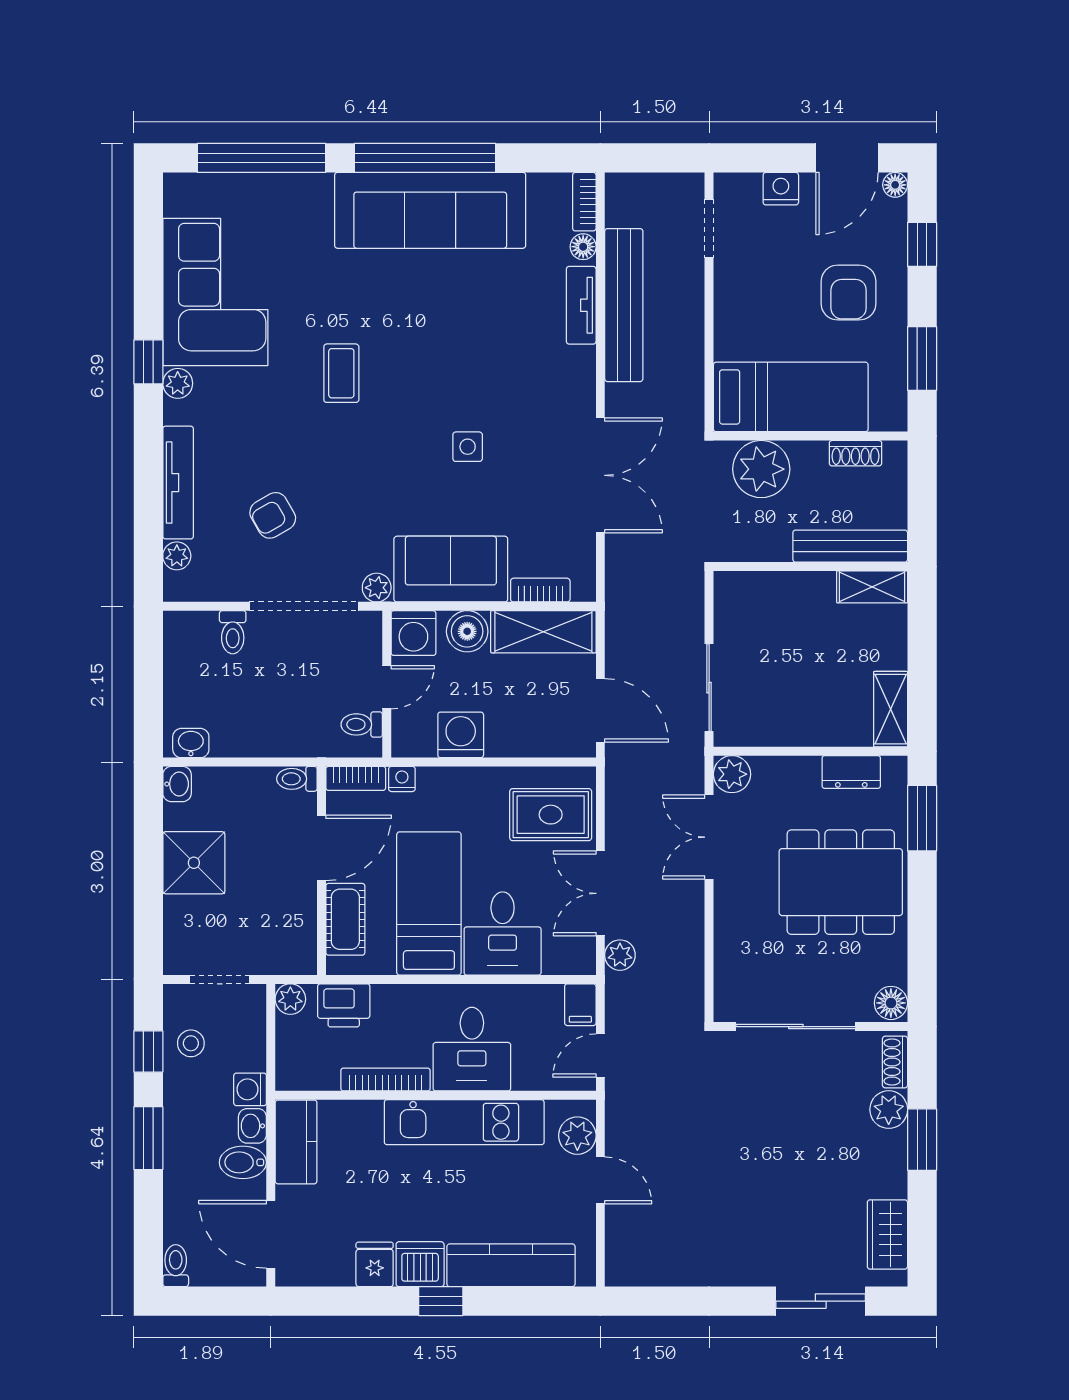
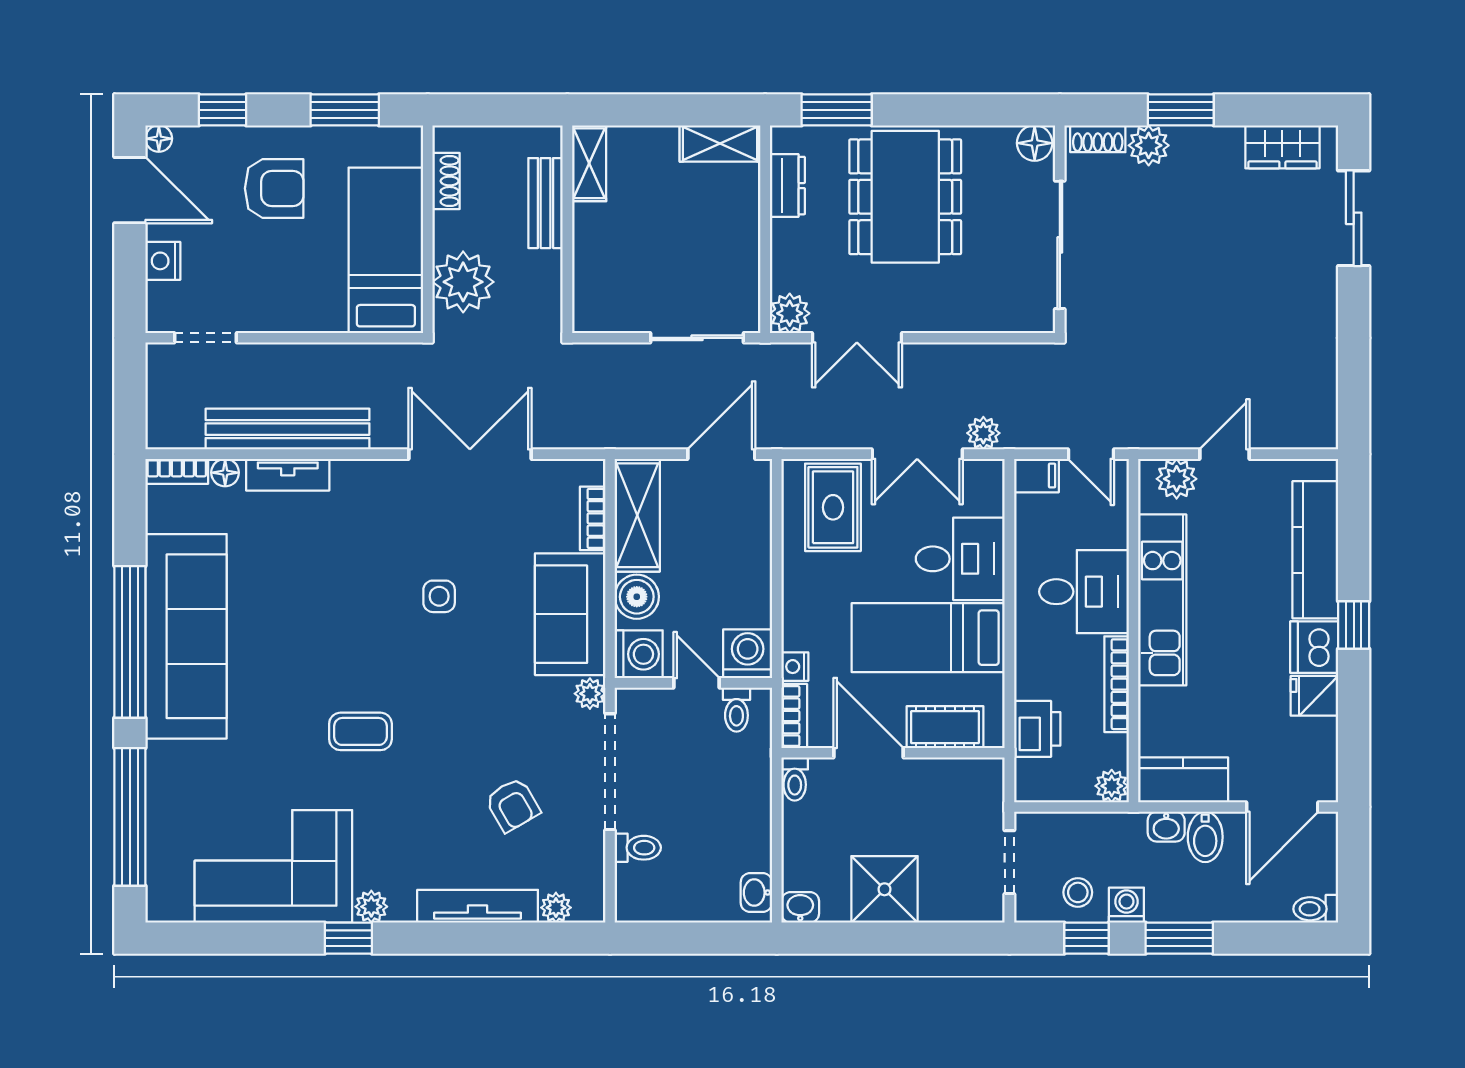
bench: (850, 546) -> (546, 203), width x0.73
washing machine: (461, 735) -> (748, 654), moved, turned 90
plant: (290, 999) -> (1112, 786), moved
washing machine: (250, 1089) -> (1126, 905), moved, turned 180

